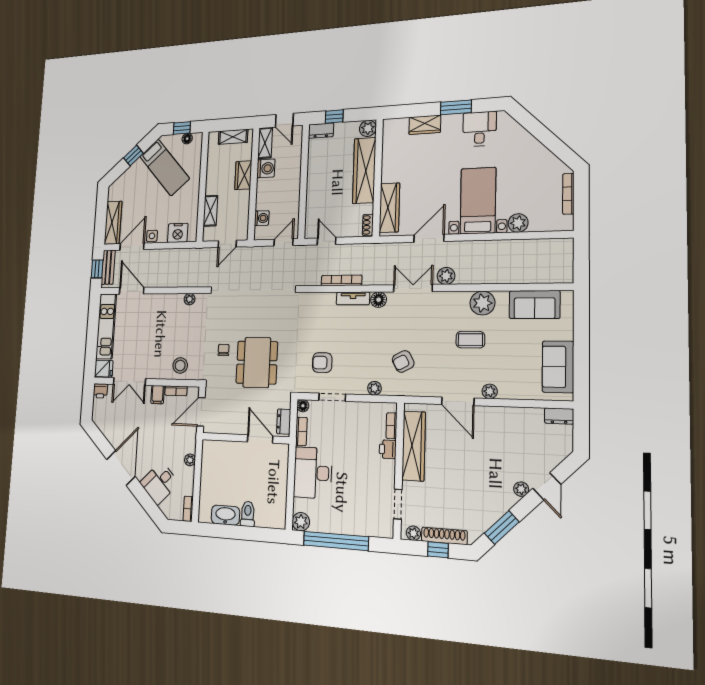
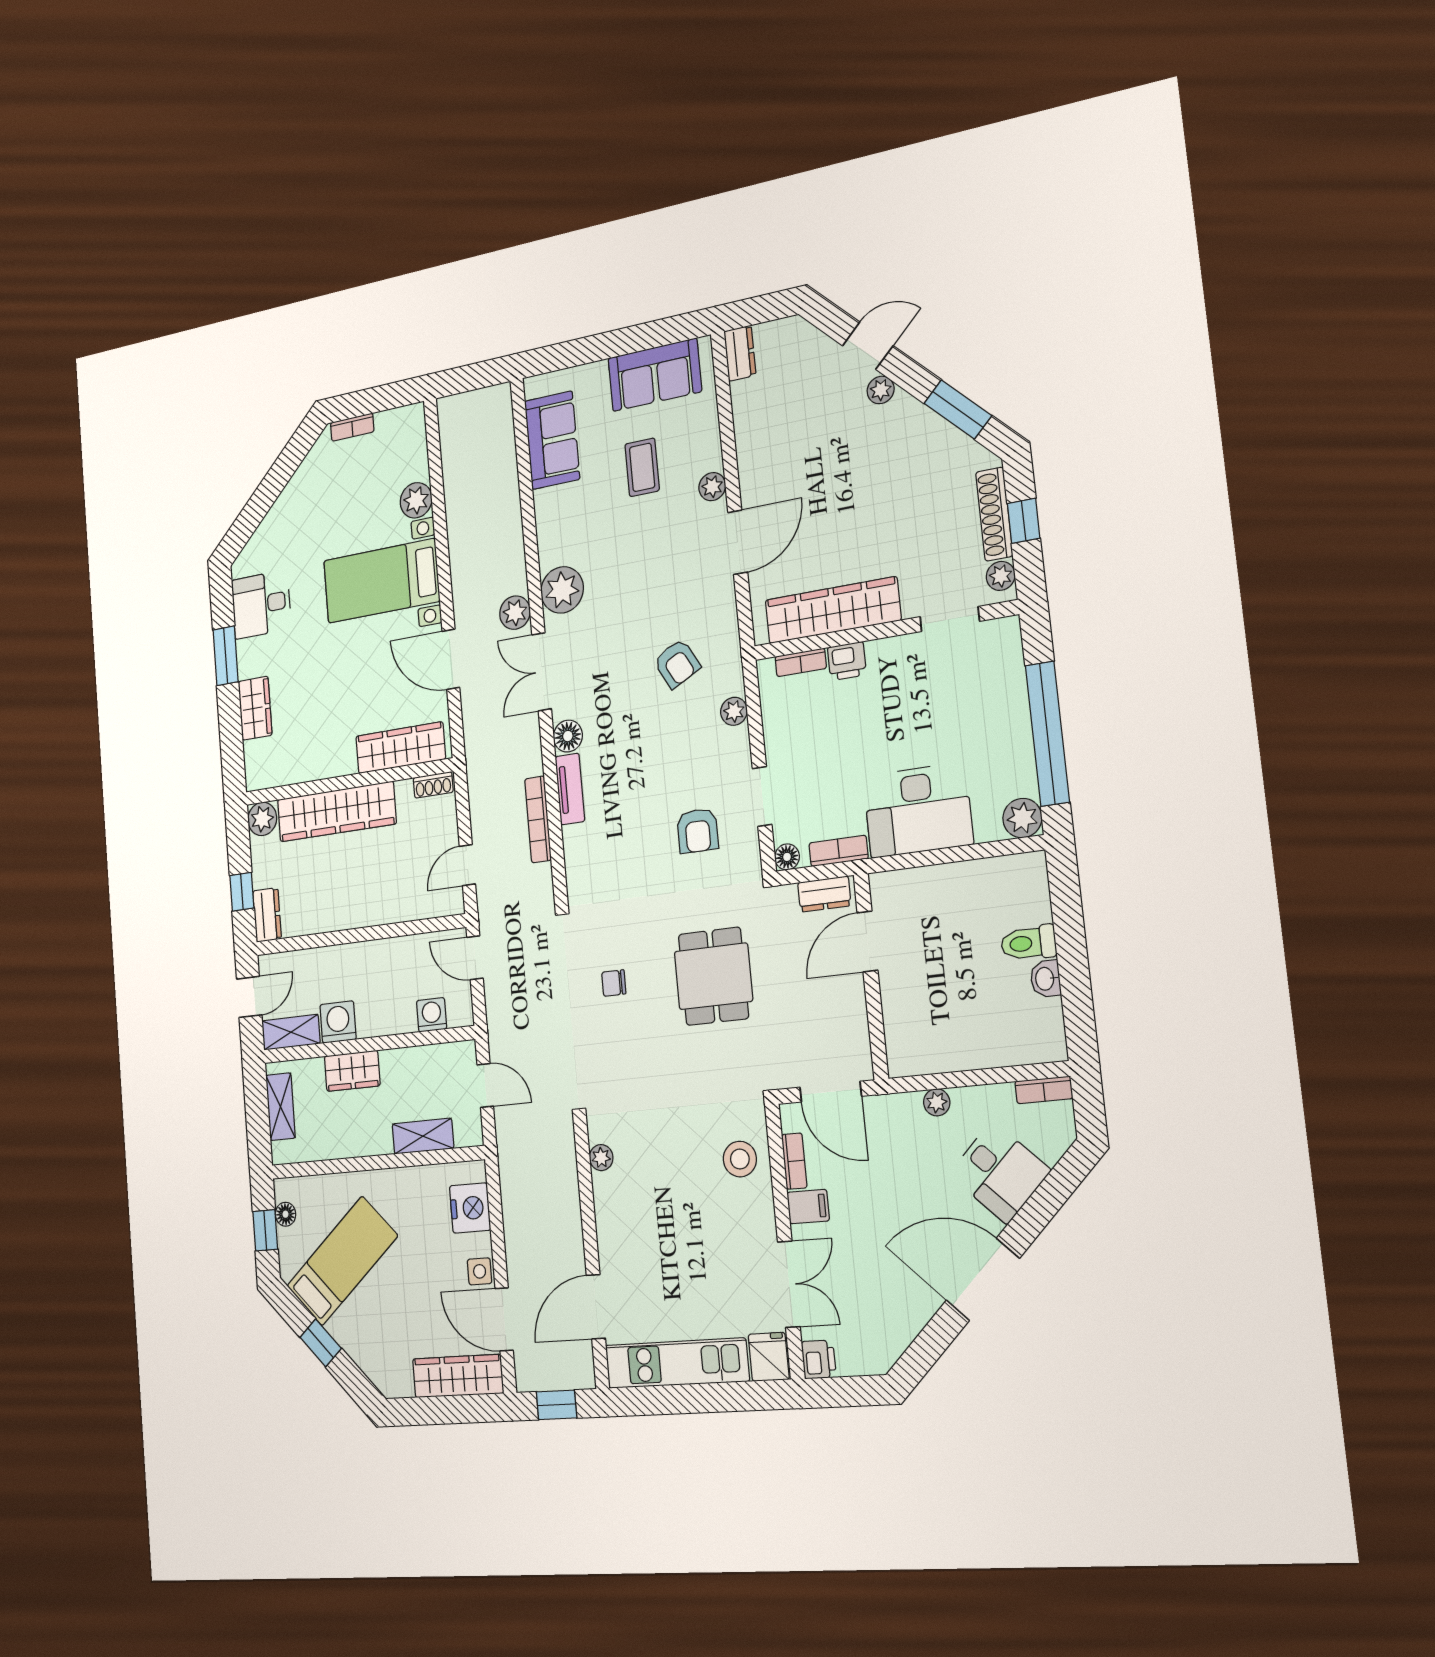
bookcase: (568, 194) -> (352, 427), width x0.64
bench: (108, 267) -> (551, 1376), removed
plant: (482, 303) -> (562, 590), moved
coffee table: (470, 340) -> (642, 467), moved
chair: (224, 350) -> (614, 983), moved
dining table: (257, 362) -> (713, 976), width x0.73
washbasin: (225, 515) -> (1045, 979), width x0.52, depth x0.69

